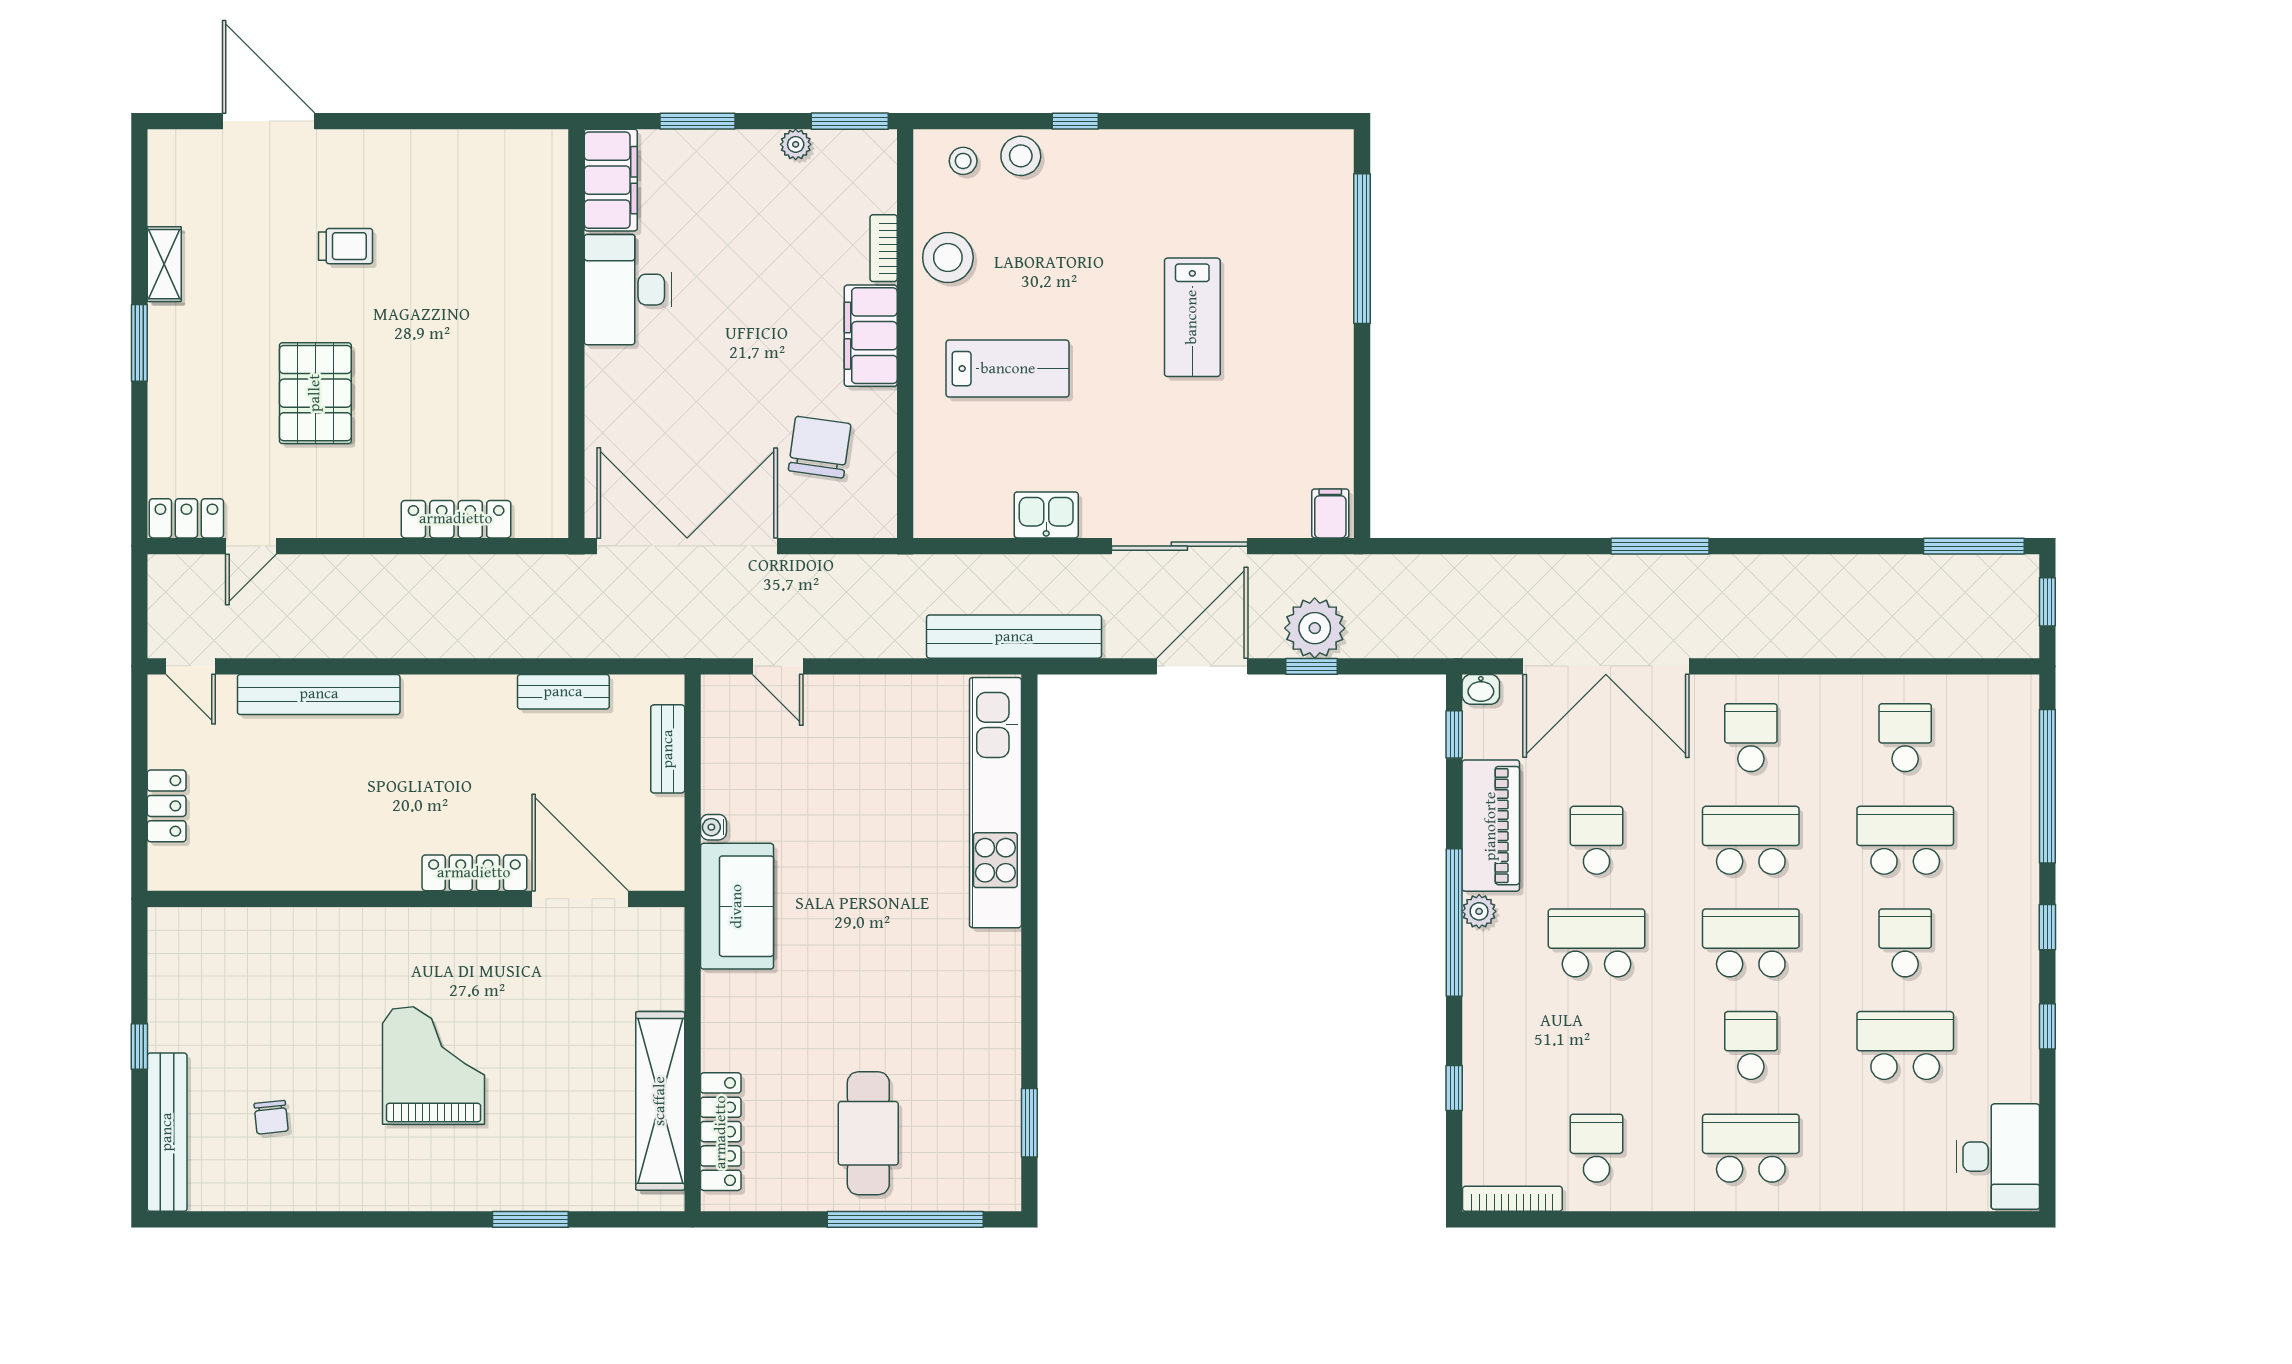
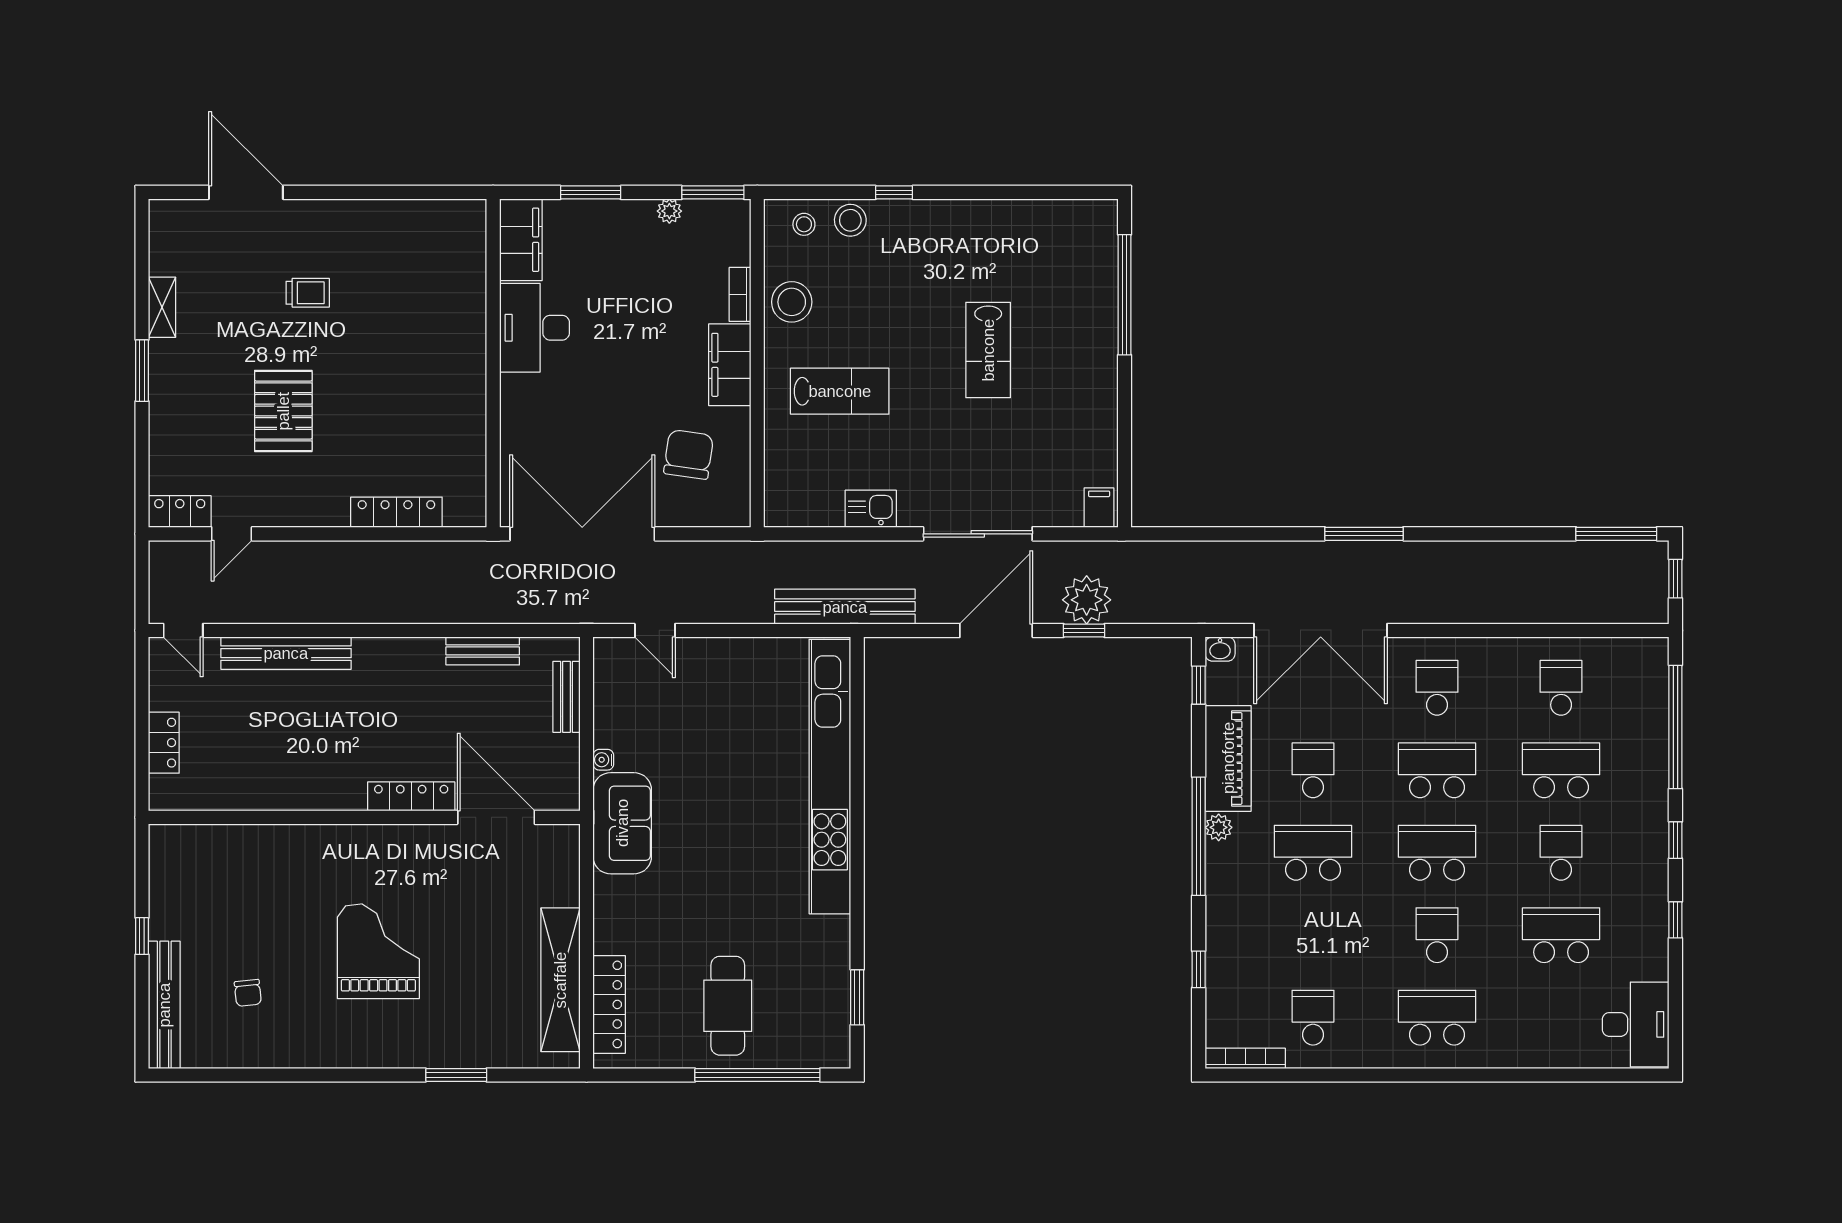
kitchen unit: (995, 803) -> (830, 777), width x1.36

